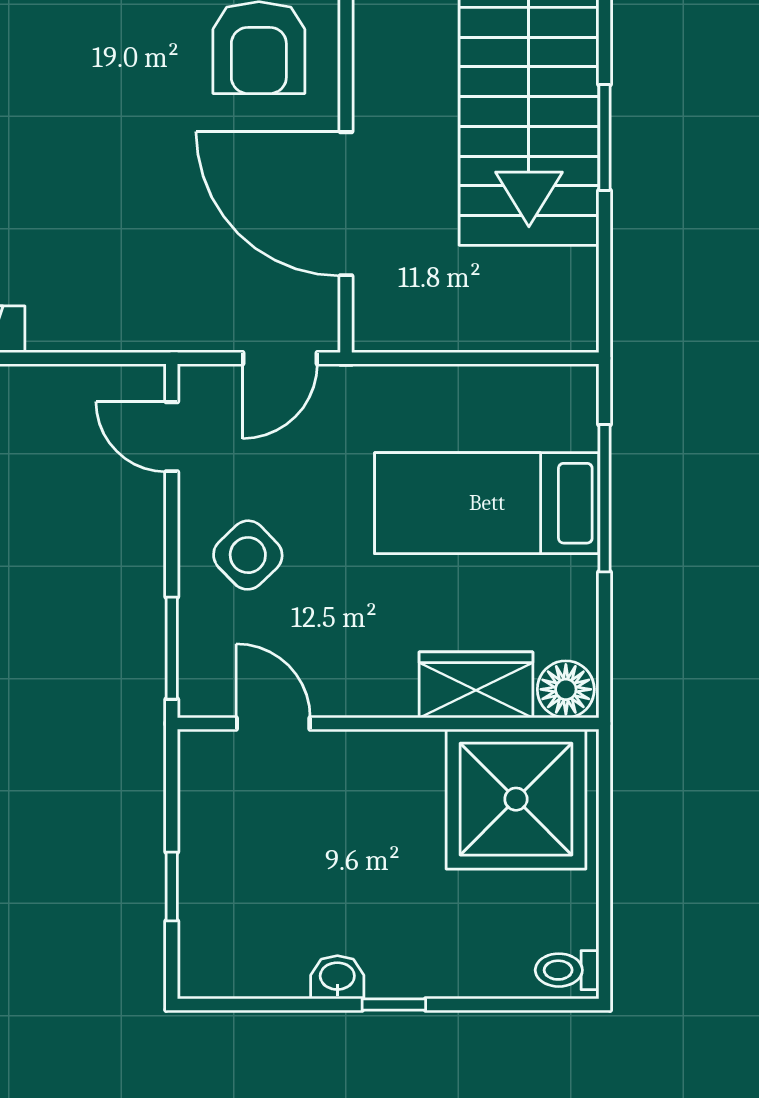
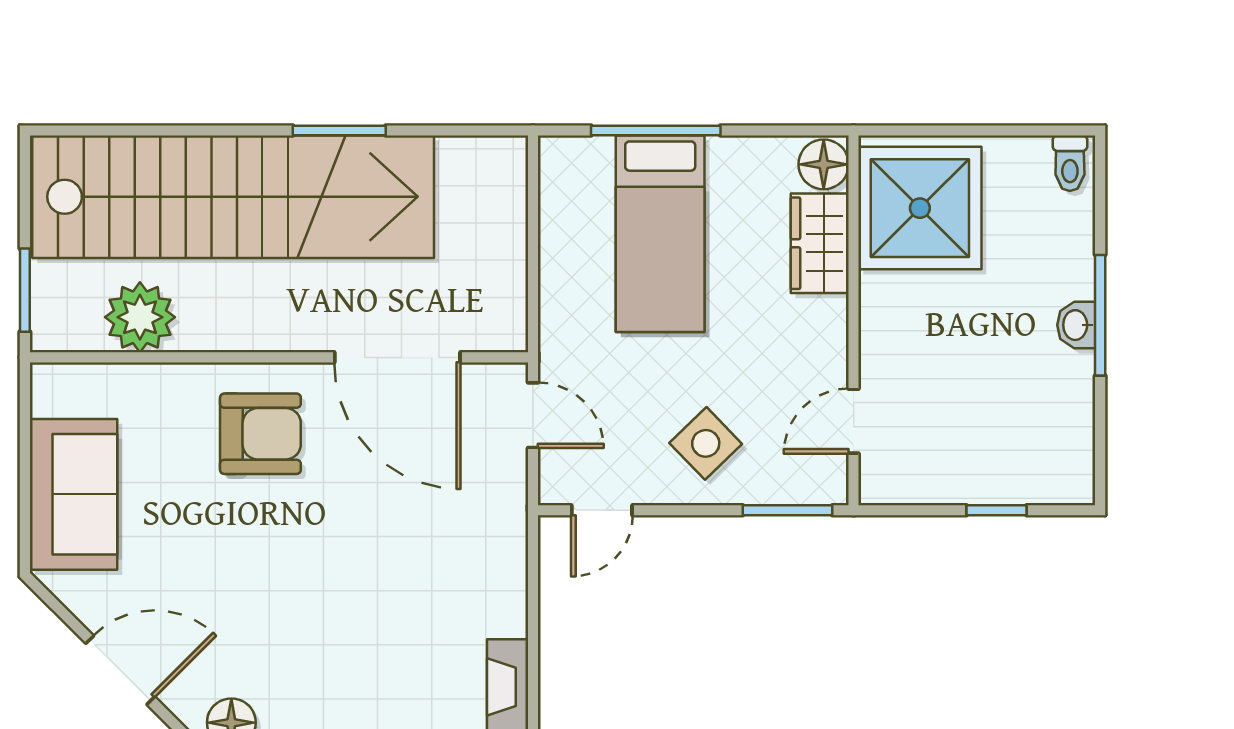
door: (346, 204) -> (397, 357), hinge flipped
washbasin: (337, 977) -> (1076, 325), moved
window: (394, 1005) -> (1100, 315), width x2.17

